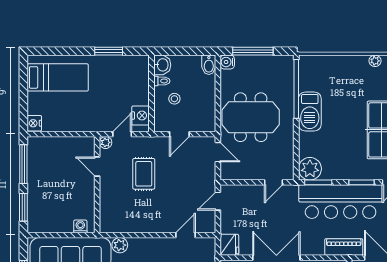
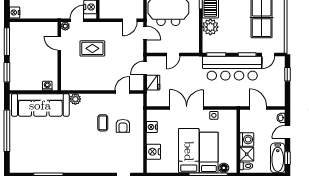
door: (179, 134) -> (130, 20), moved
plant: (310, 169) -> (210, 27), moved
rug: (144, 174) -> (92, 48), turned 90
door: (273, 182) -> (173, 54), moved
fridge: (229, 245) -> (153, 83), moved
piano: (344, 247) -> (234, 100), removed

